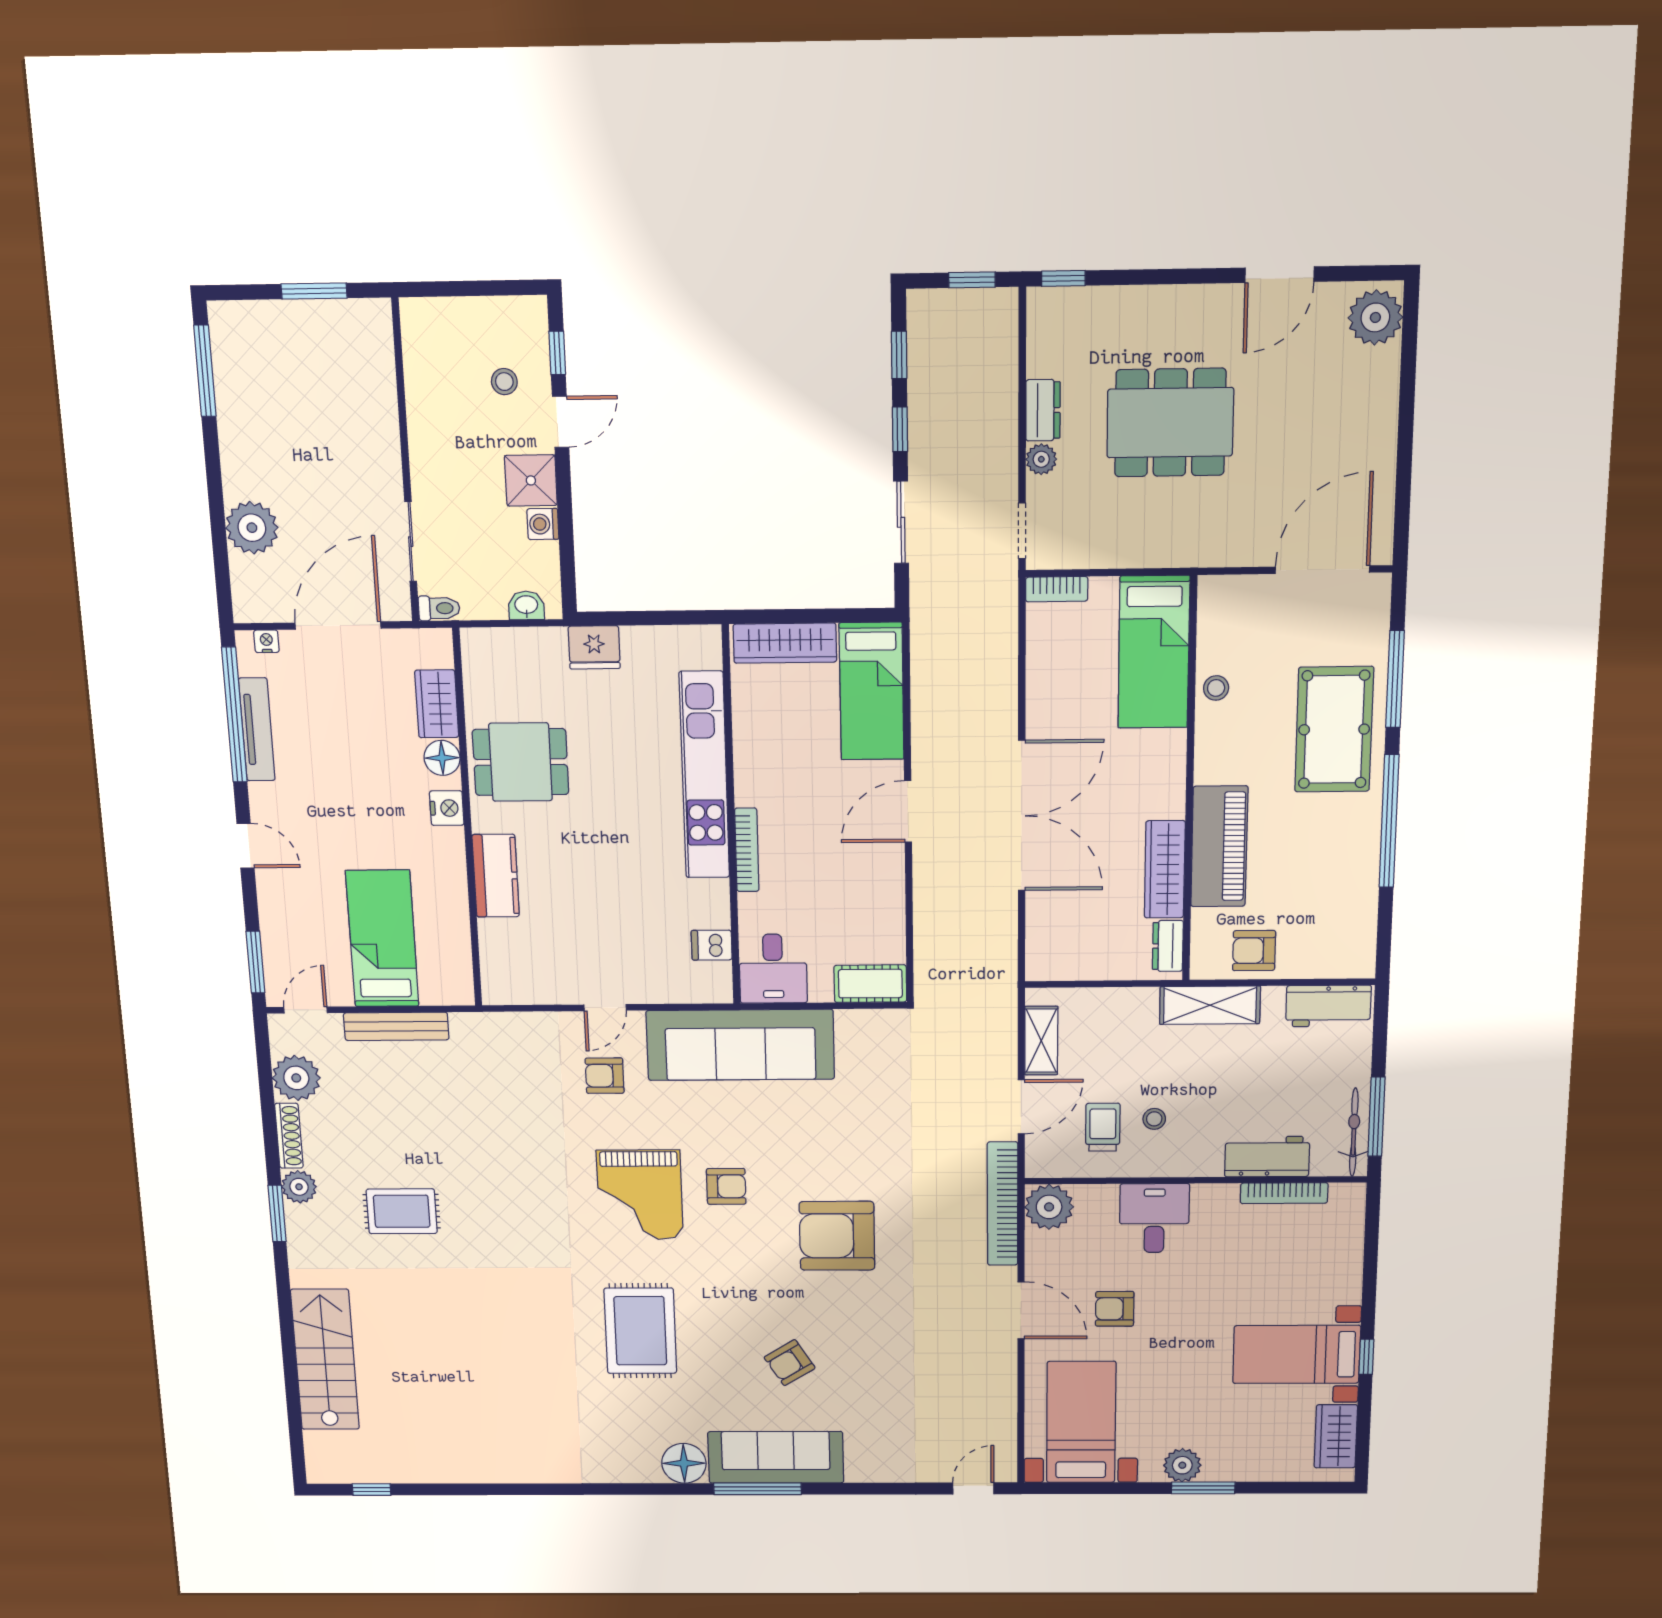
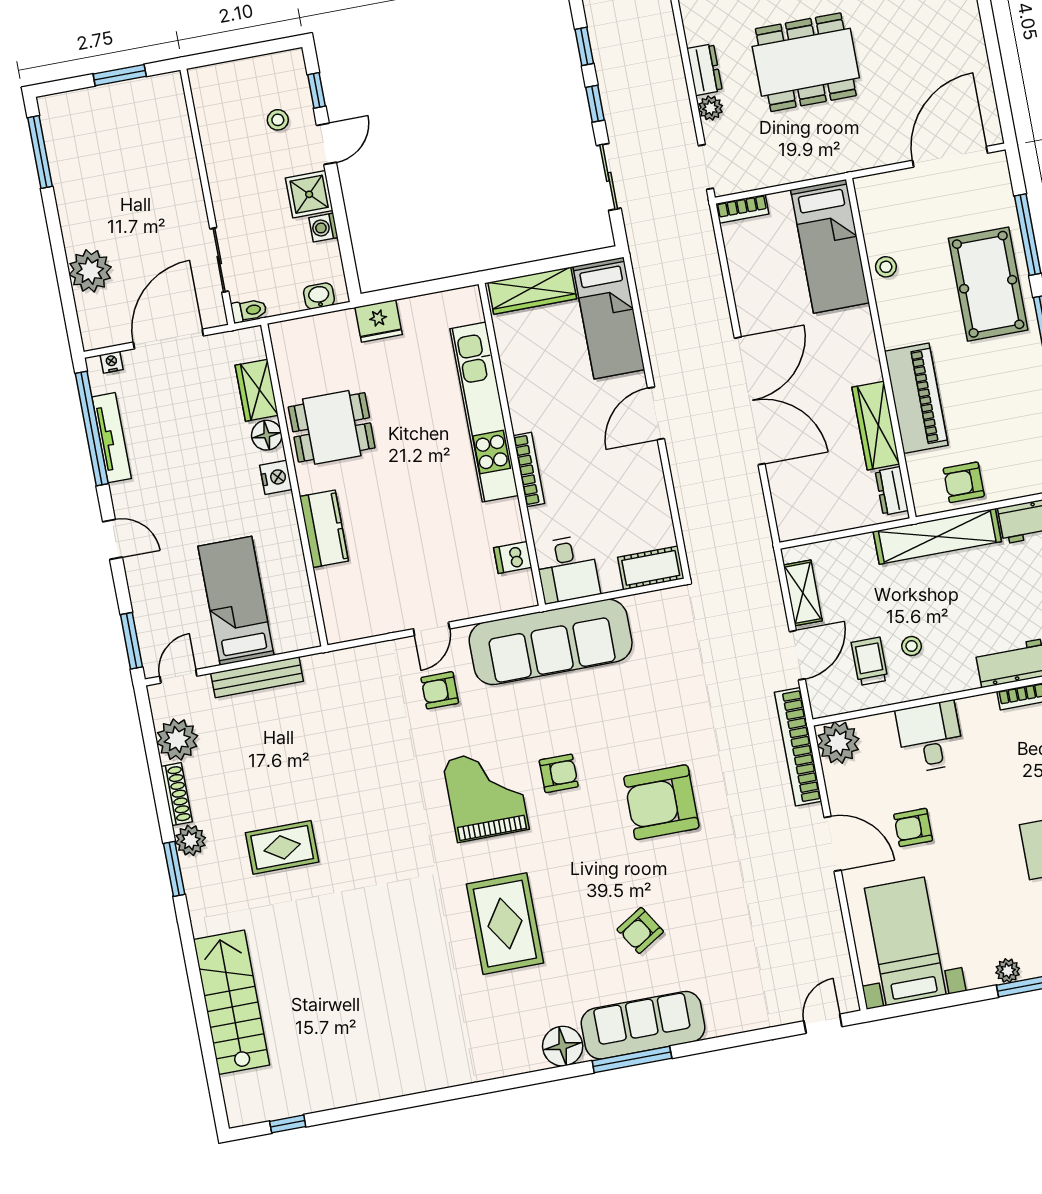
shelving: (1210, 1005) -> (937, 536), width x1.47
grand piano: (640, 1195) -> (486, 795), turned 180
plant: (1182, 1465) -> (1008, 971), width x0.73, depth x0.73

